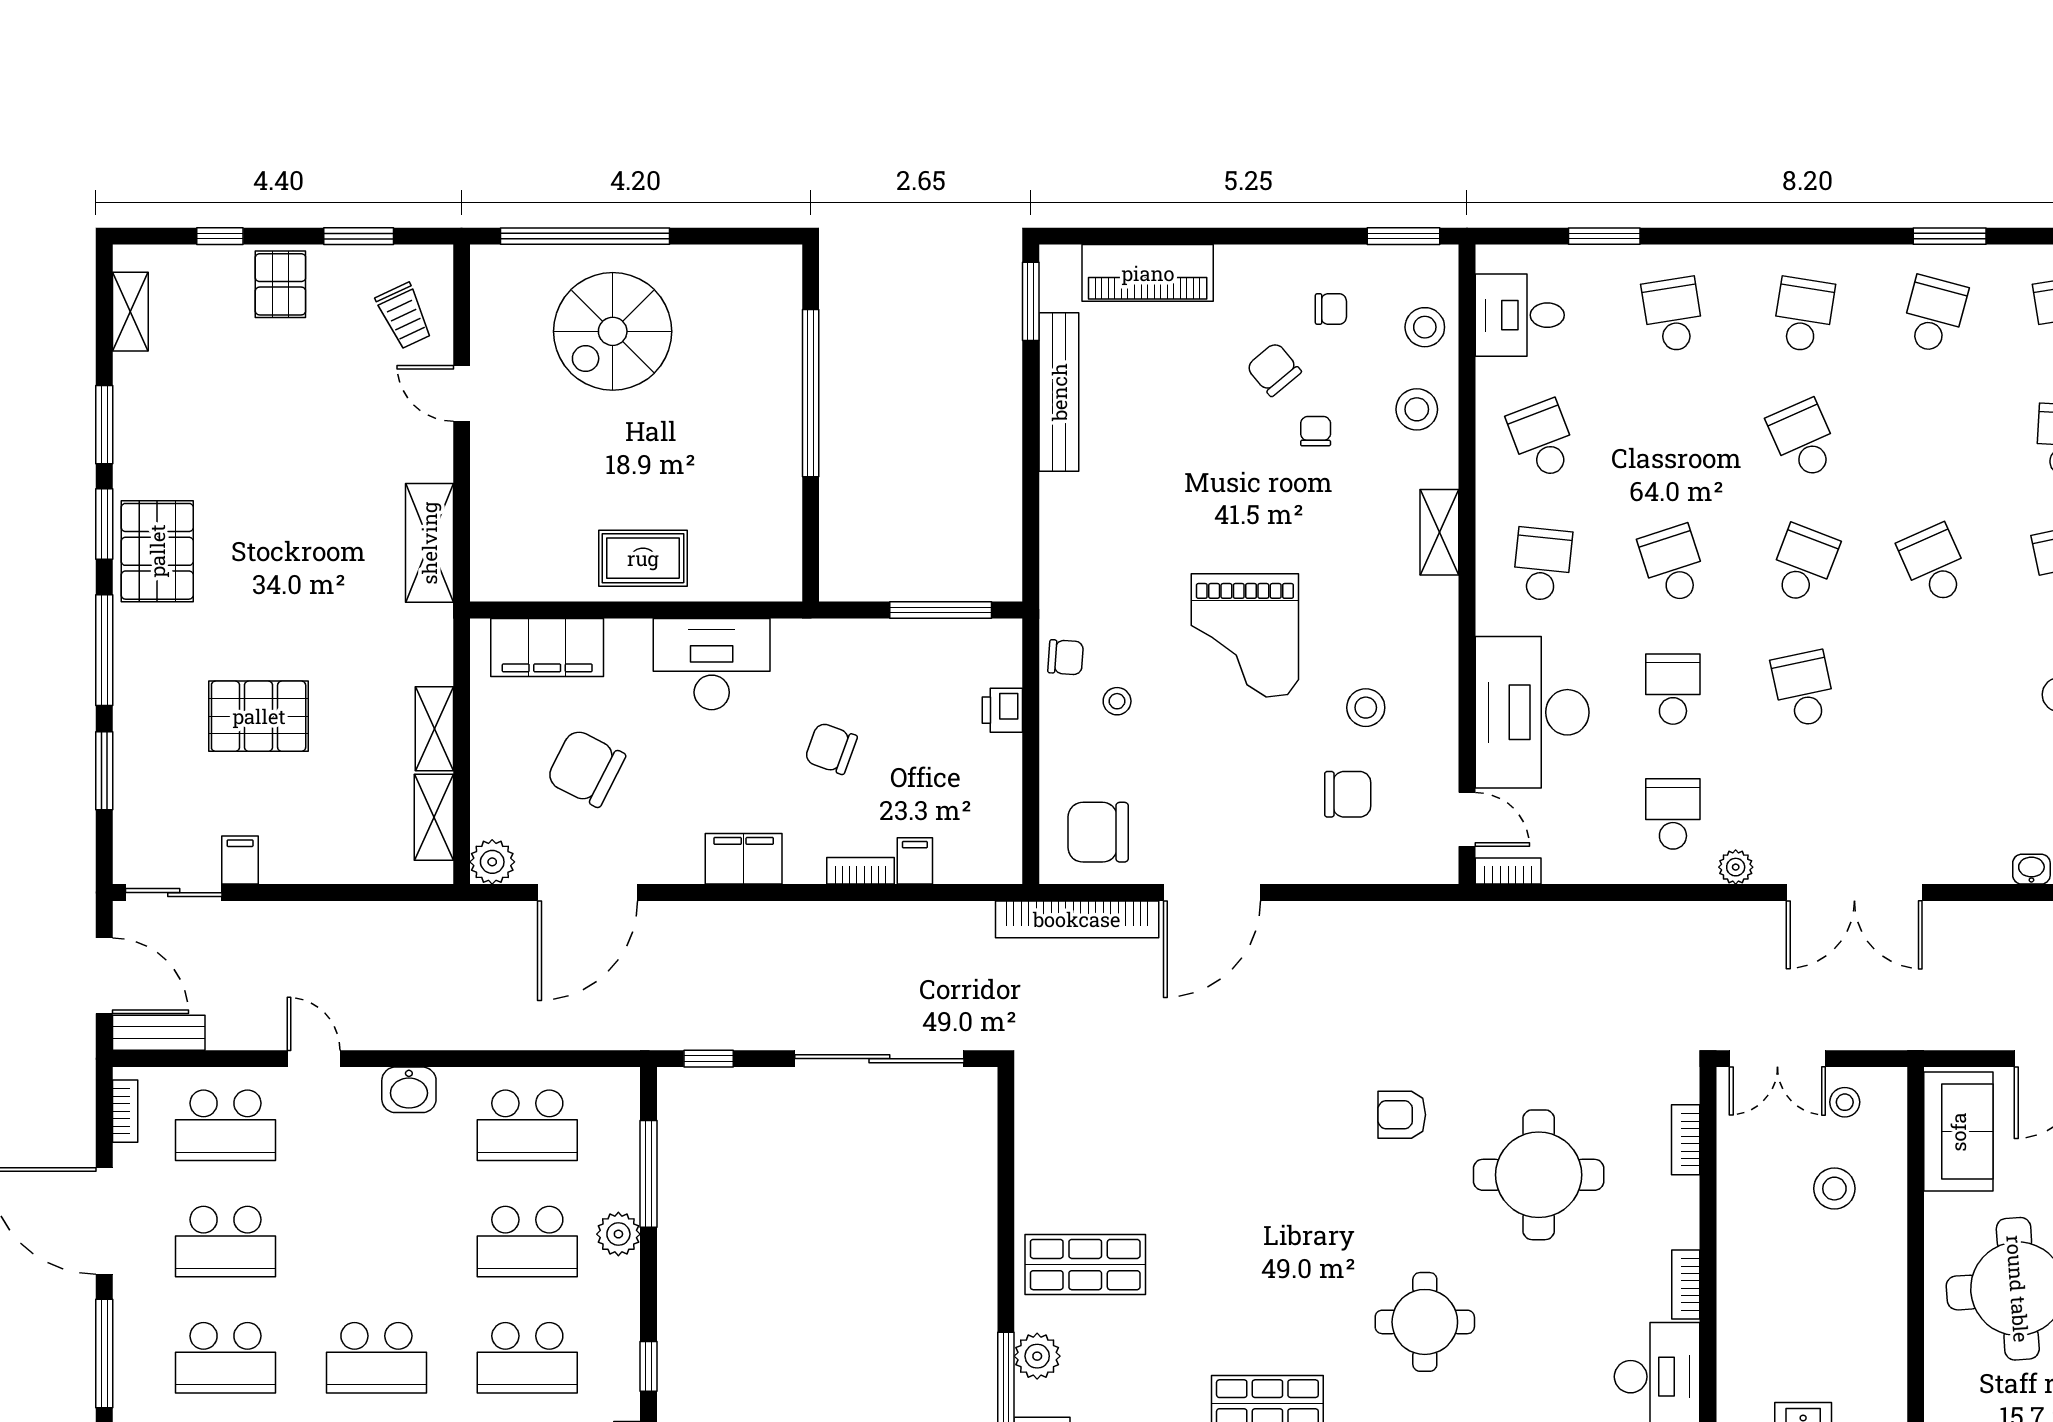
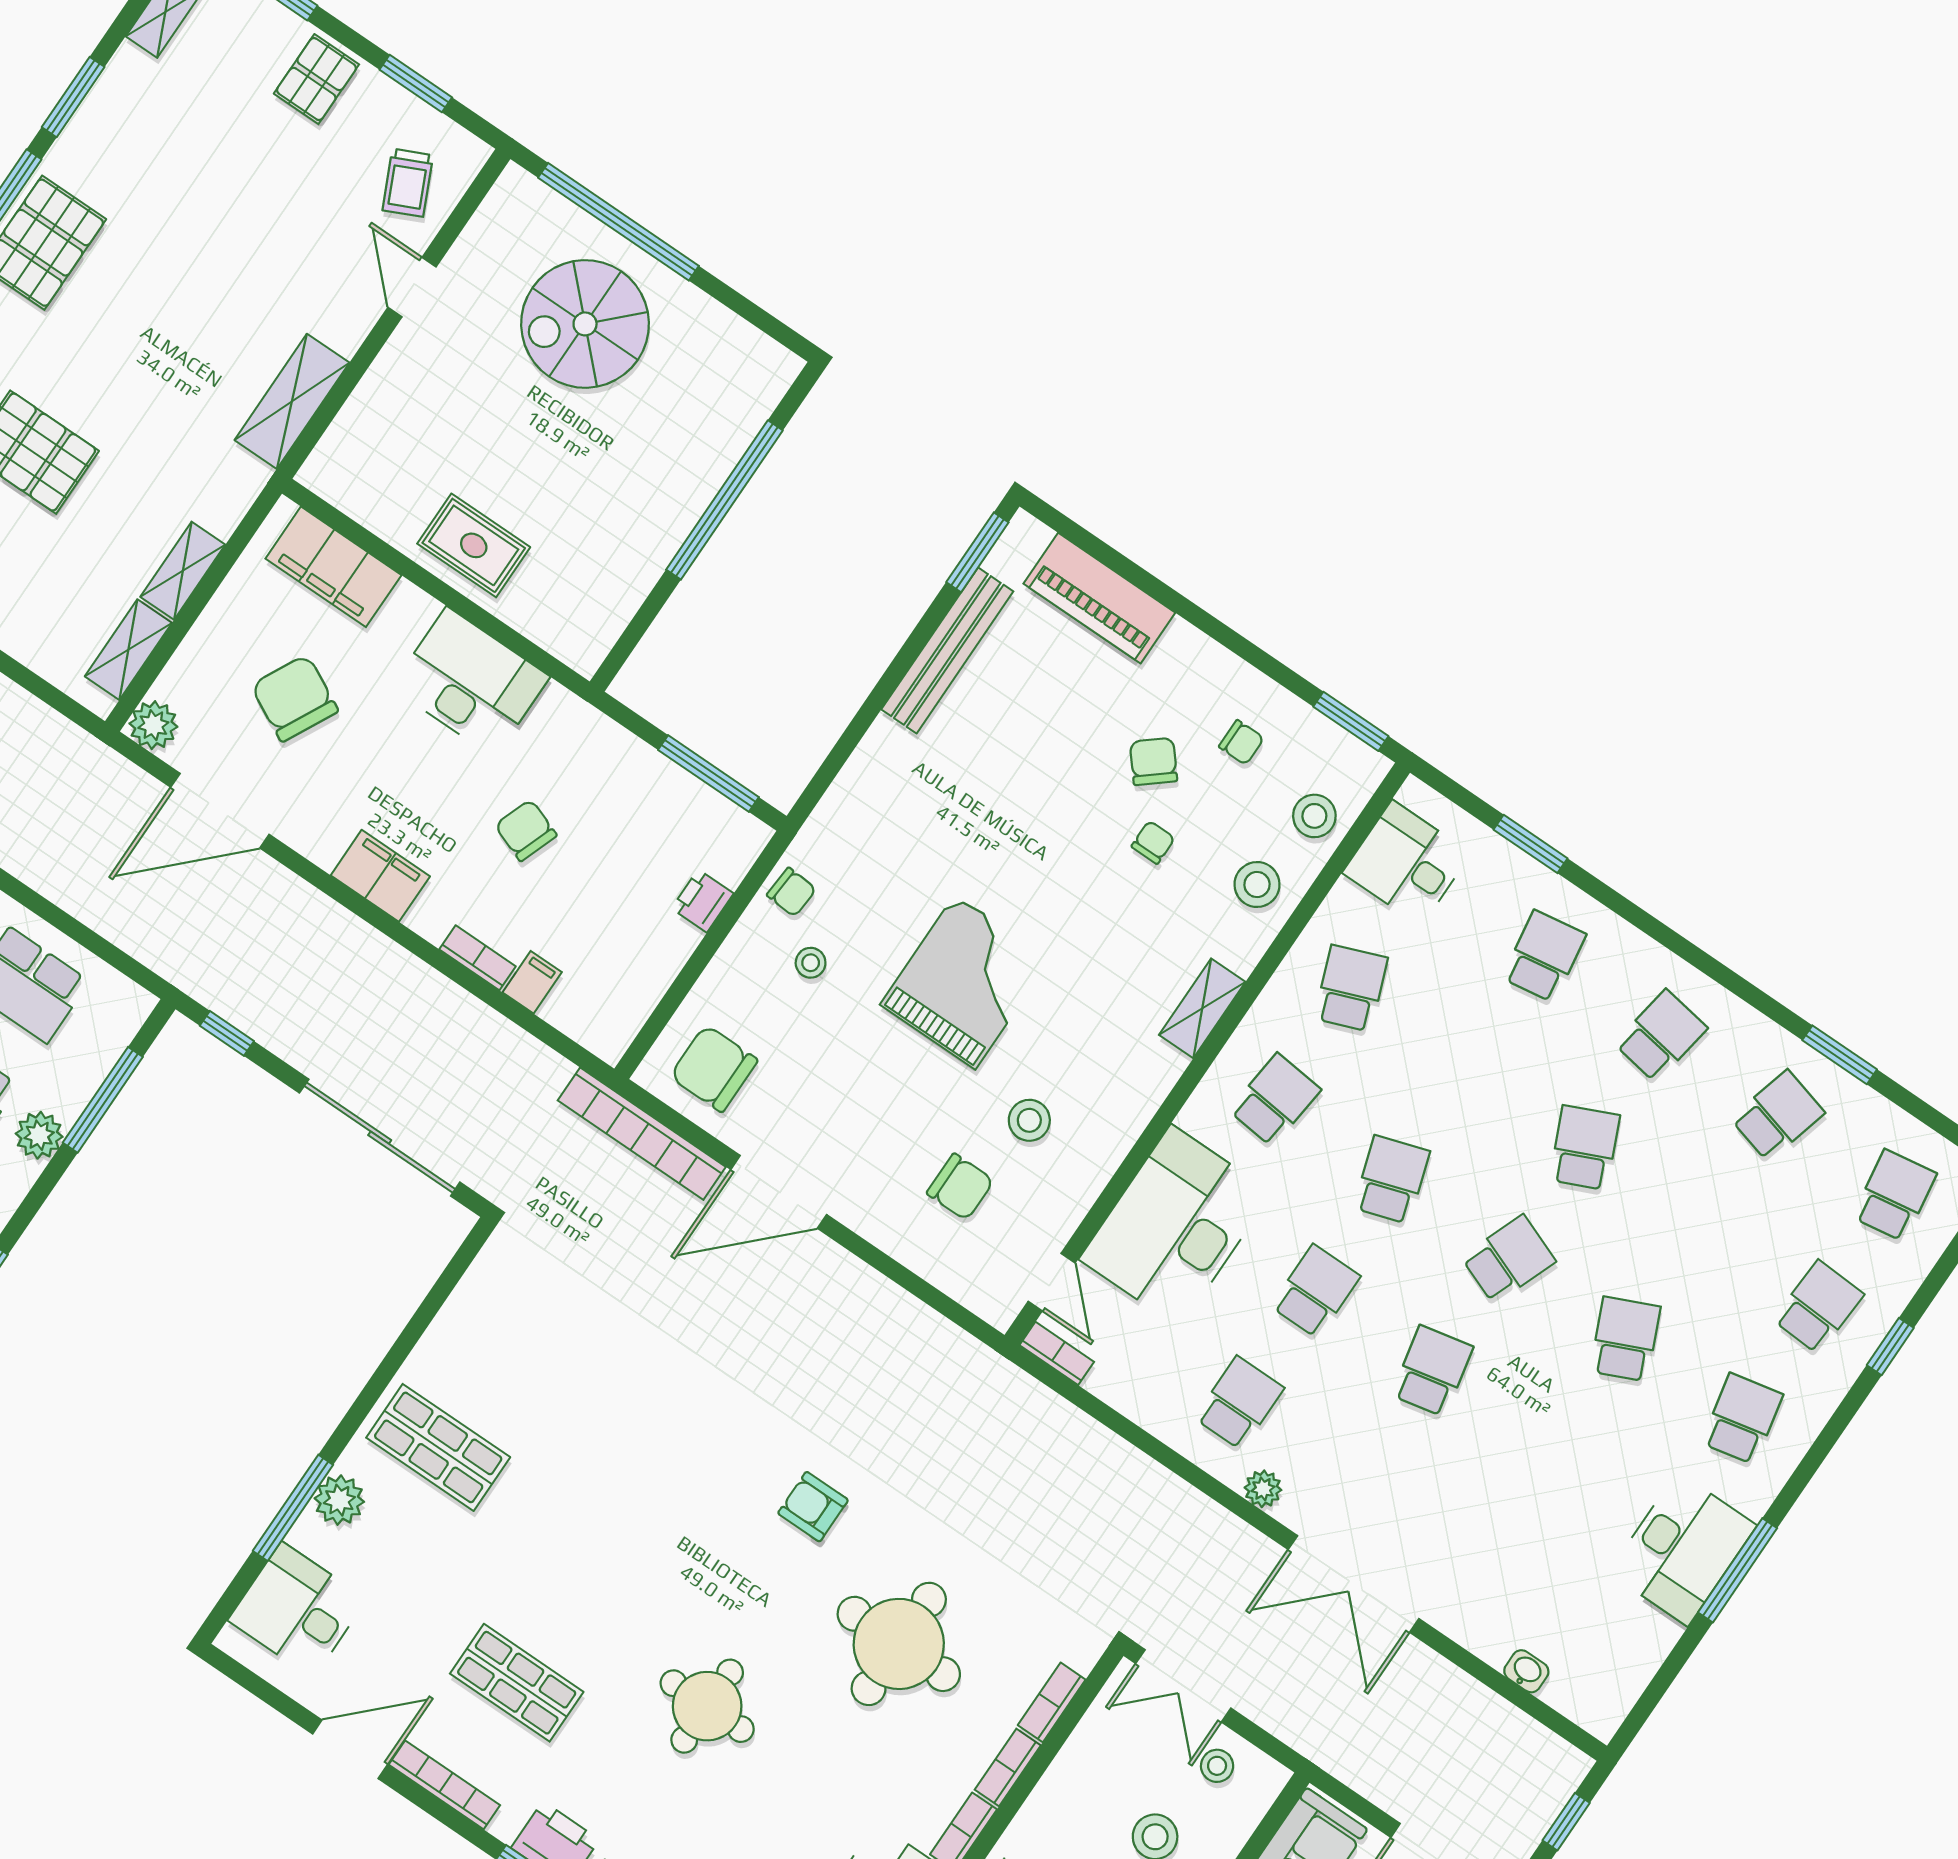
grand piano: (1245, 635) -> (965, 982), turned 180
bookcase: (1686, 1212) -> (1008, 1768), added

